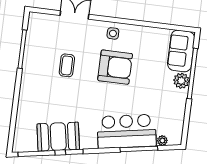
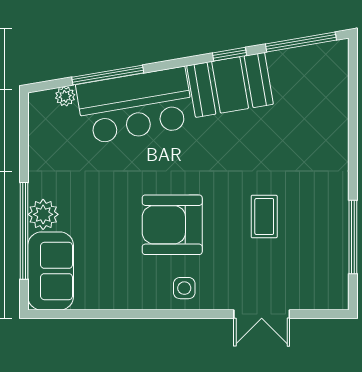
booth: (58, 137) -> (230, 85), moved

